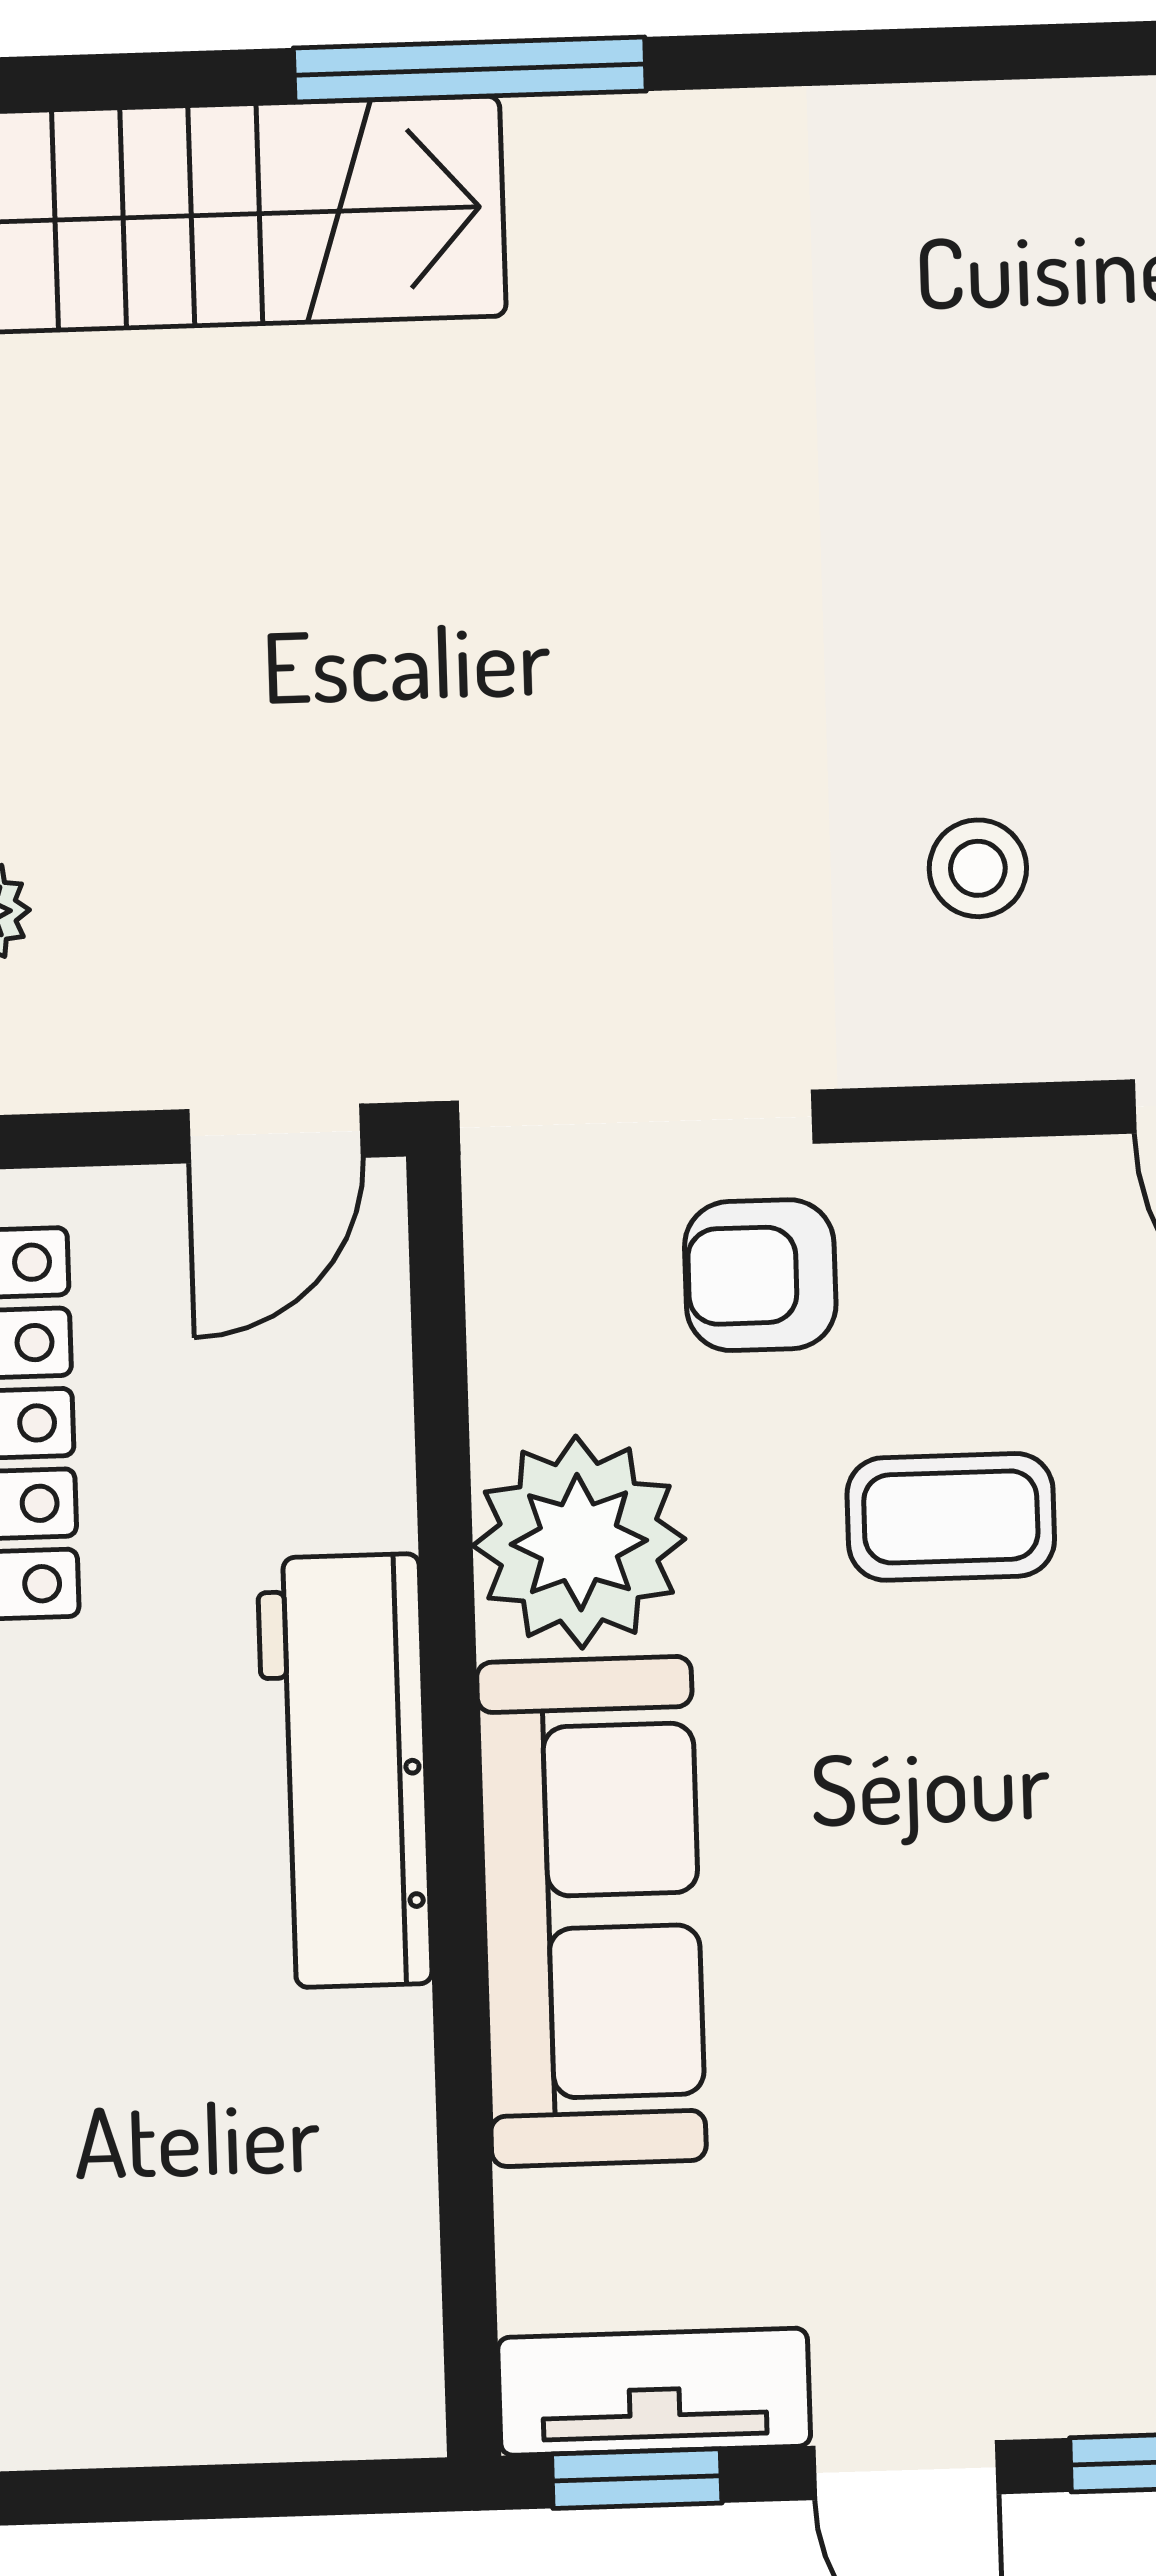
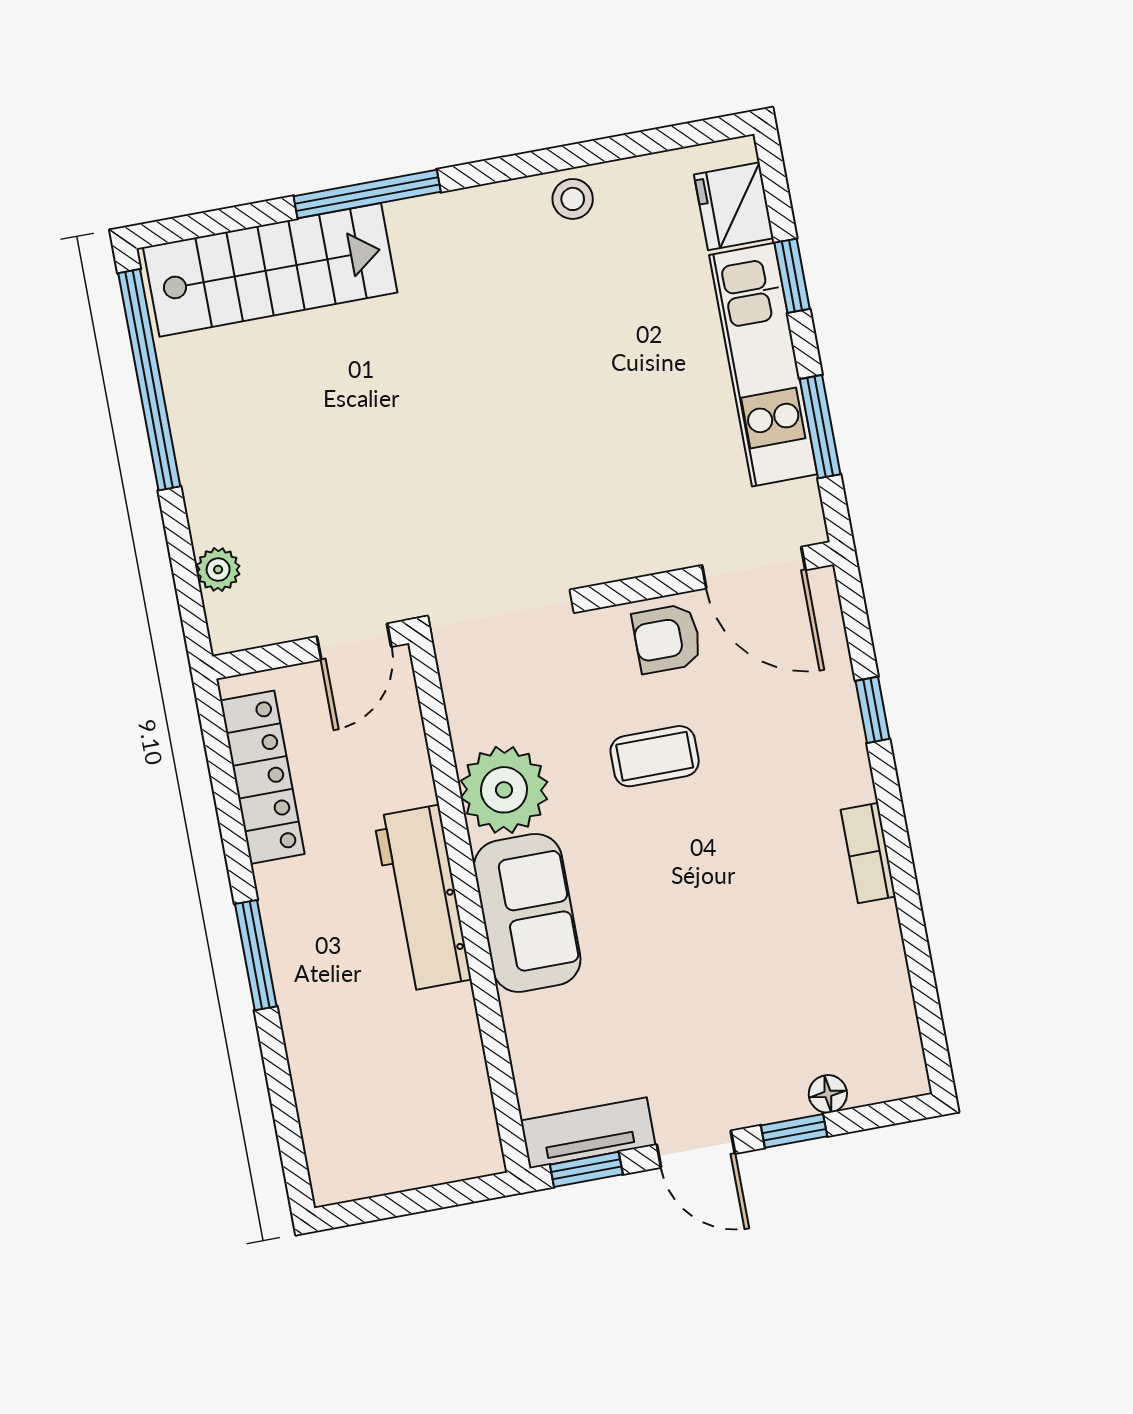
stool: (978, 868) -> (573, 199), moved
armchair: (760, 1275) -> (667, 639), moved
sofa: (591, 1911) -> (527, 913), width x0.73

